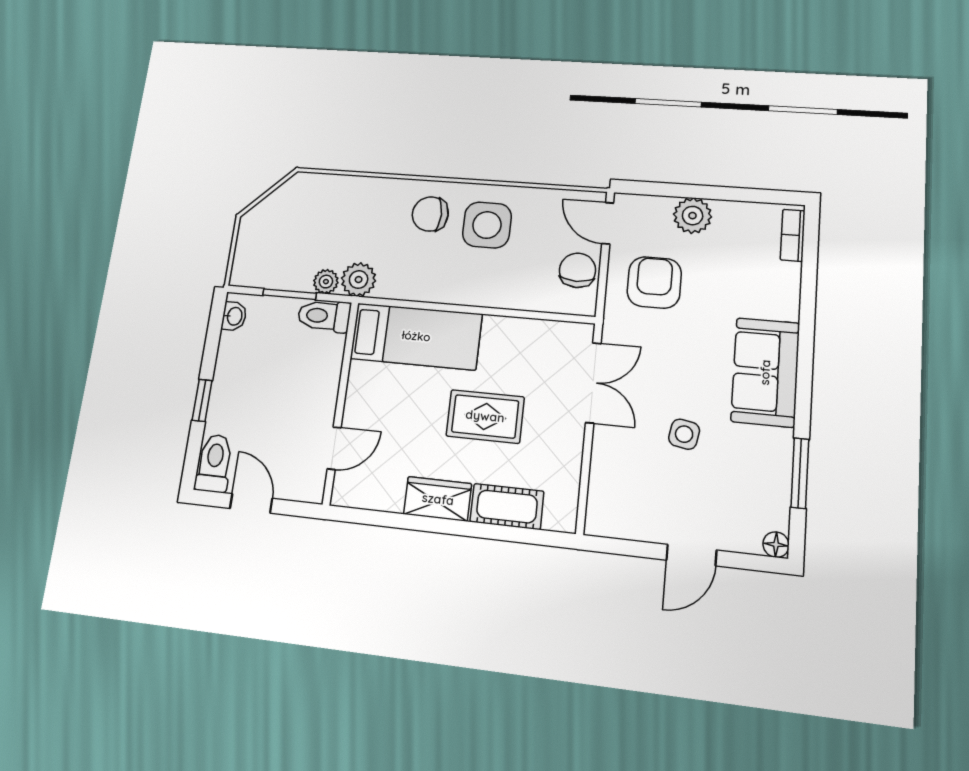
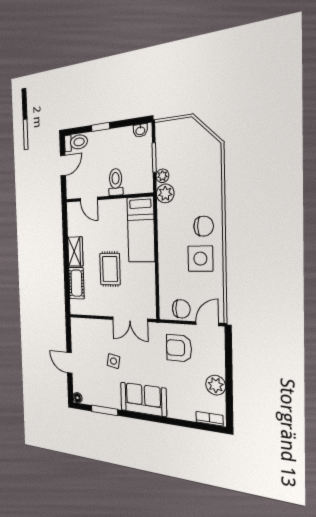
chair: (430, 214) -> (204, 226), turned 90
plant: (693, 216) -> (216, 385), moved
armchair: (654, 282) -> (179, 348), turned 180
toilet: (324, 316) -> (116, 182), moved

